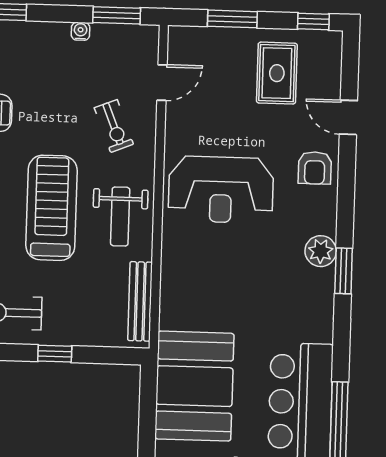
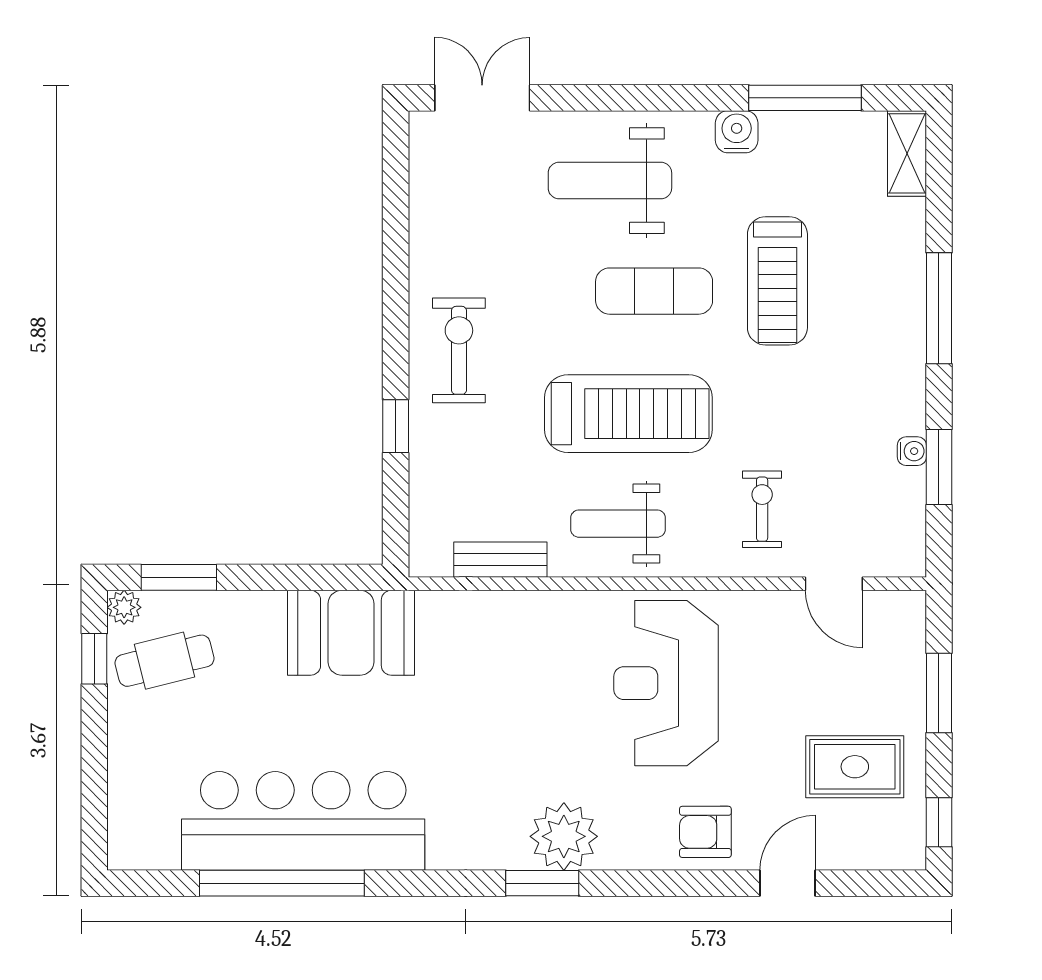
window: (117, 15) -> (939, 467), moved
exercise bike: (114, 126) -> (762, 509), turned 112
plant: (321, 251) -> (564, 836), width x1.36, depth x1.36
bench: (140, 301) -> (500, 560), width x0.73
booth: (194, 386) -> (351, 633), width x0.73, depth x0.70

